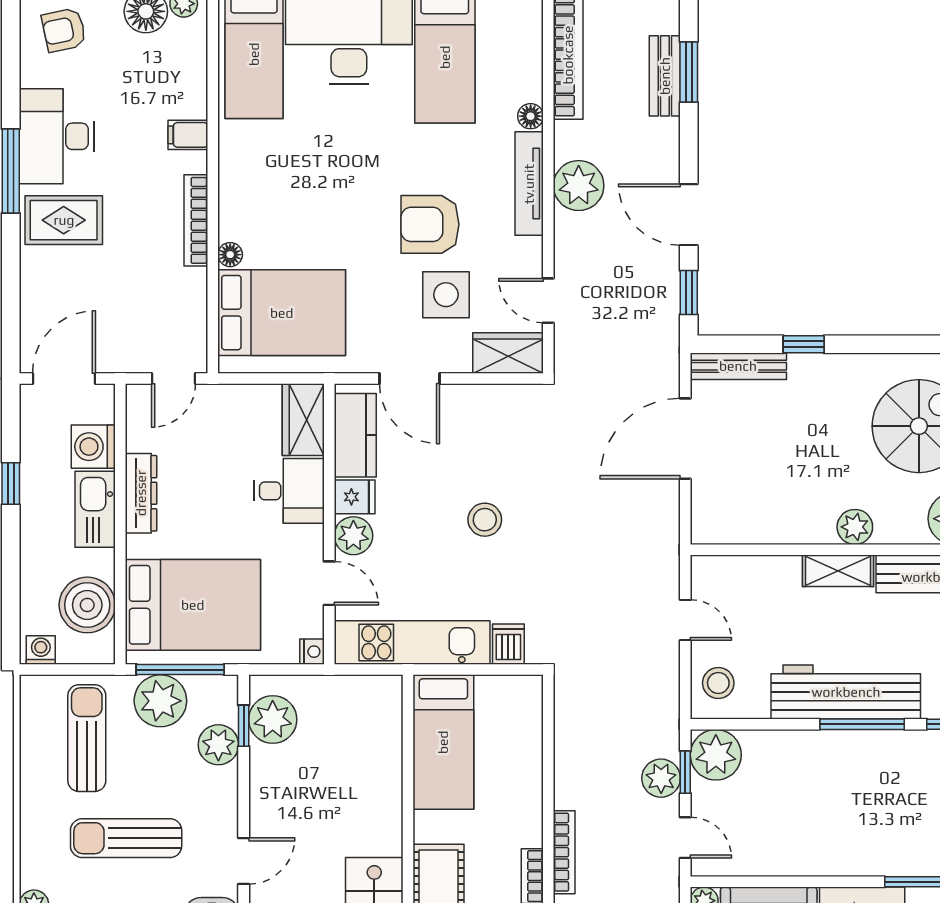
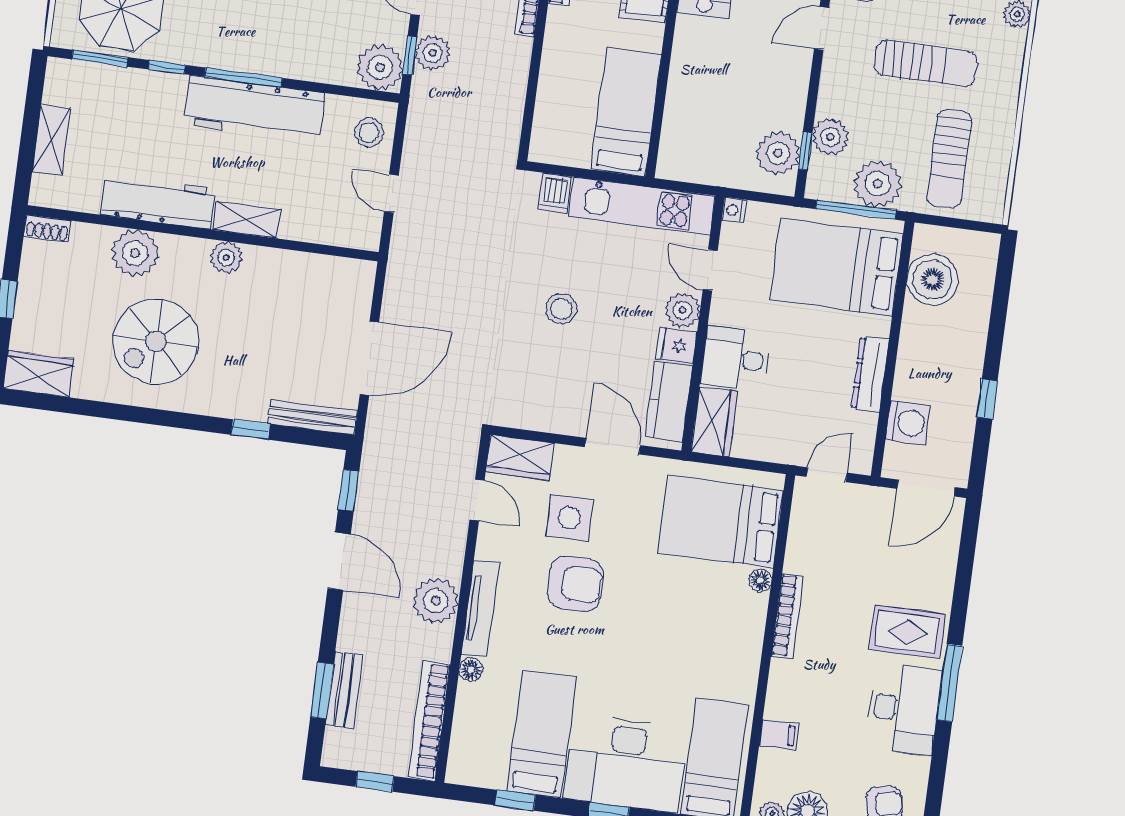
filing cabinet: (188, 135) -> (779, 734), moved
kitchen sink: (95, 509) -> (914, 366), removed
washing machine: (41, 650) -> (980, 244), removed

